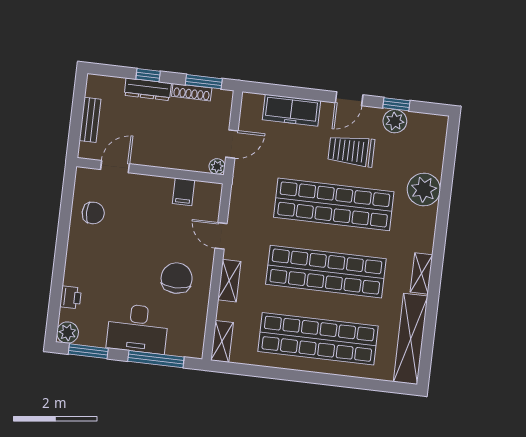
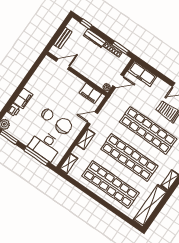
window: (148, 75) -> (86, 24), moved
freezer: (291, 110) -> (142, 74), moved
filing cabinet: (184, 192) -> (90, 93), width x2.00
chair: (93, 213) -> (47, 115), moved
door: (221, 236) -> (93, 118), hinge flipped
filing cabinet: (76, 267) -> (23, 98), added
desk: (138, 329) -> (45, 146), moved

